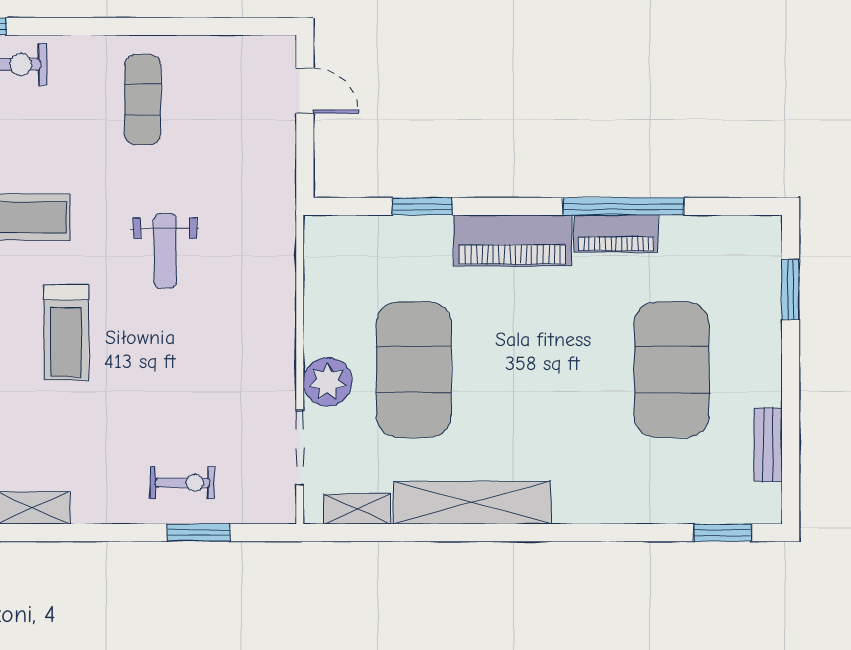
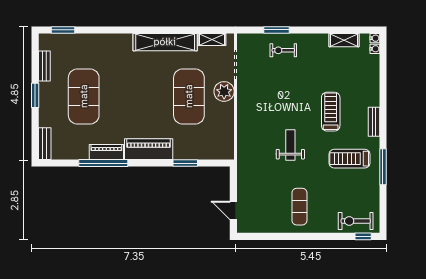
bench: (767, 254) -> (45, 144), added
window: (791, 290) -> (35, 95), moved

